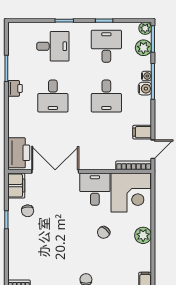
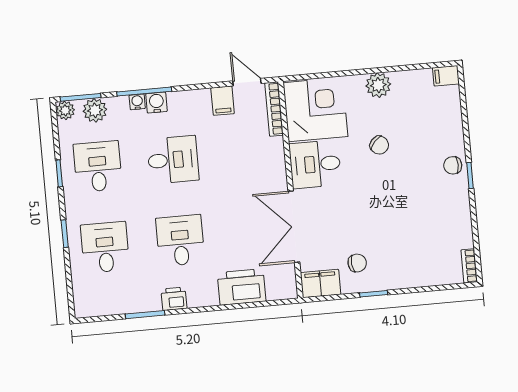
desk: (106, 46) -> (98, 167), turned 90
desk: (53, 96) -> (180, 241), turned -90
printer: (19, 153) -> (242, 287), moved

